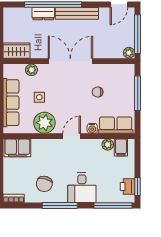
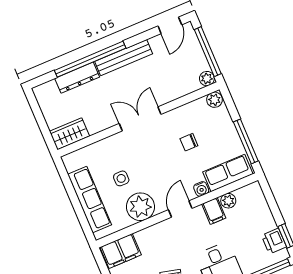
dresser: (43, 14) -> (77, 78), width x1.44
double door: (70, 61) -> (140, 119), width x0.73
plant: (31, 70) -> (215, 100), moved
window: (138, 93) -> (246, 141), moved
filing cabinet: (121, 148) -> (214, 211), moved

